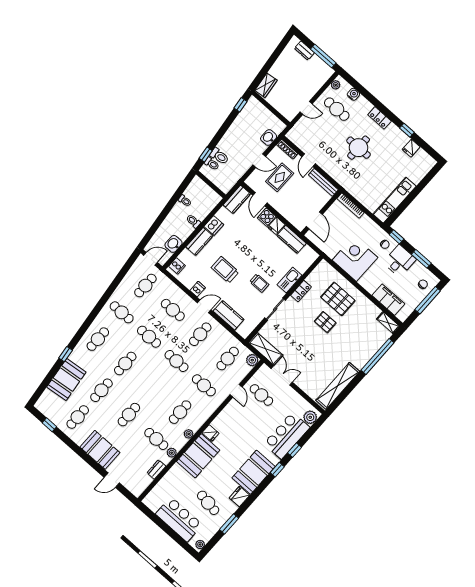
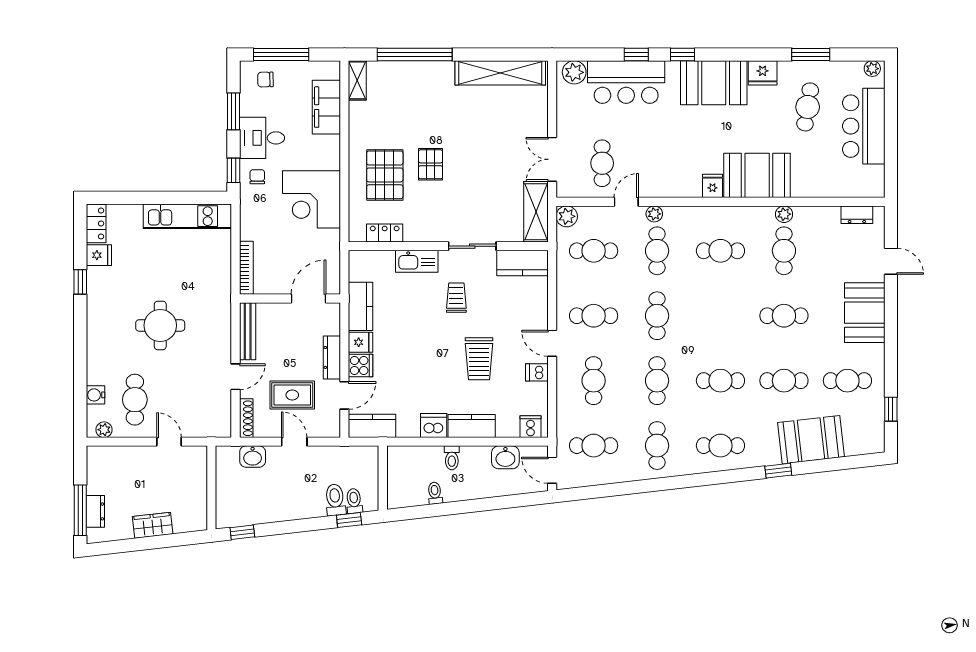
window: (323, 56) -> (80, 510), moved
wardrobe: (266, 85) -> (153, 525), moved
locker: (380, 118) -> (96, 223), moved
dresser: (281, 208) -> (332, 357), added
locker: (301, 291) -> (385, 233), moved
kitchen counter: (229, 315) -> (522, 263), moved, turned -90
plant: (189, 434) -> (654, 214), moved
dresser: (156, 469) -> (857, 215), moved

